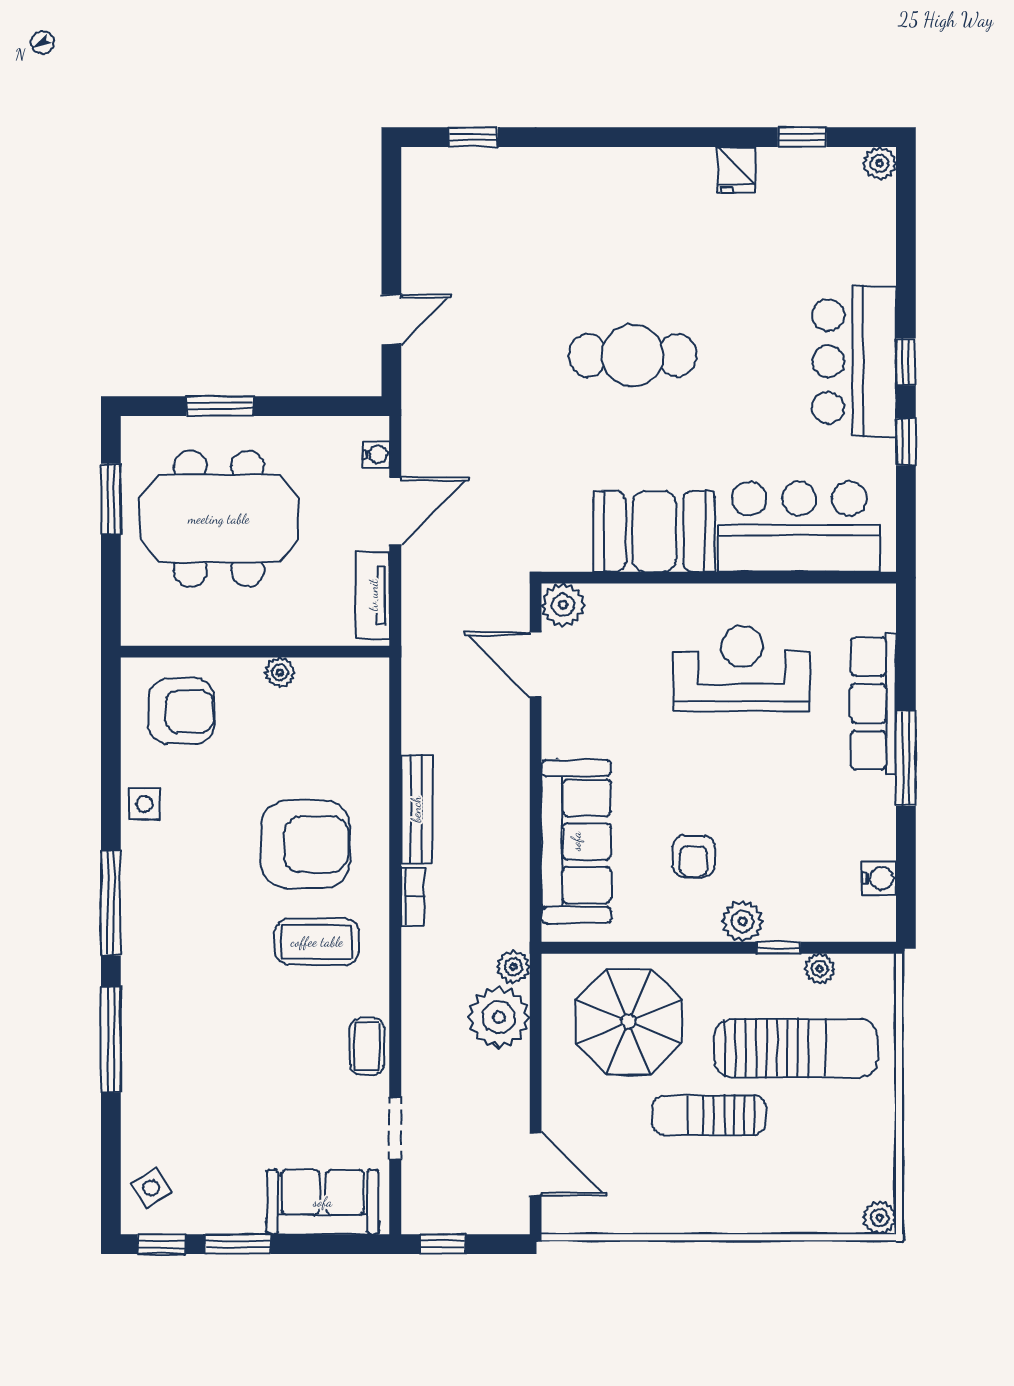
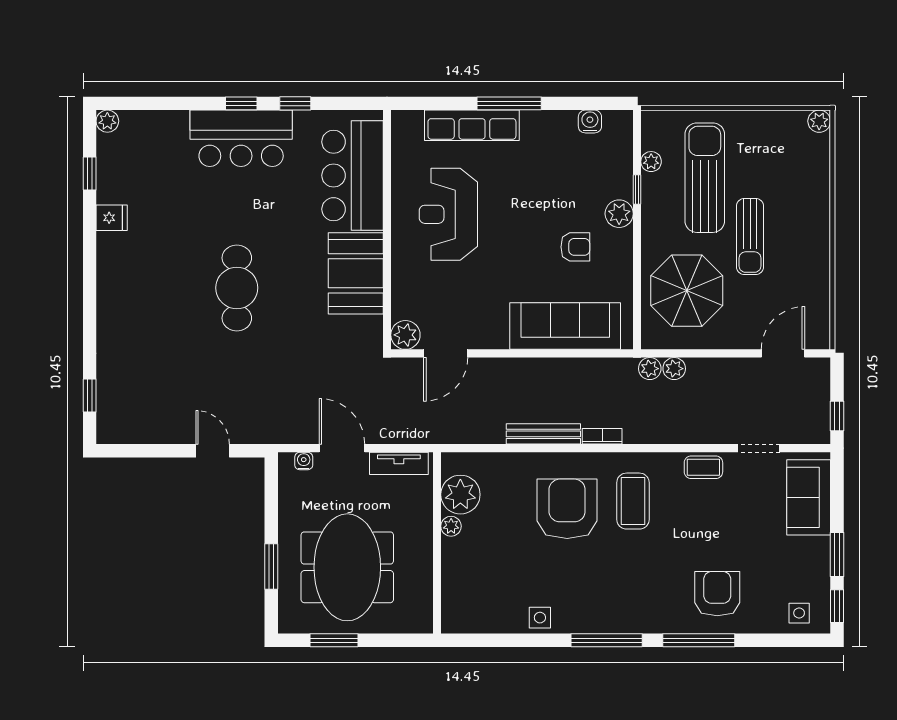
plant: (327, 686) -> (460, 495), added
armchair: (181, 711) -> (717, 594), moved
plant: (499, 1017) -> (674, 369), width x0.53, depth x0.53
side table: (151, 1188) -> (799, 613), turned 34

